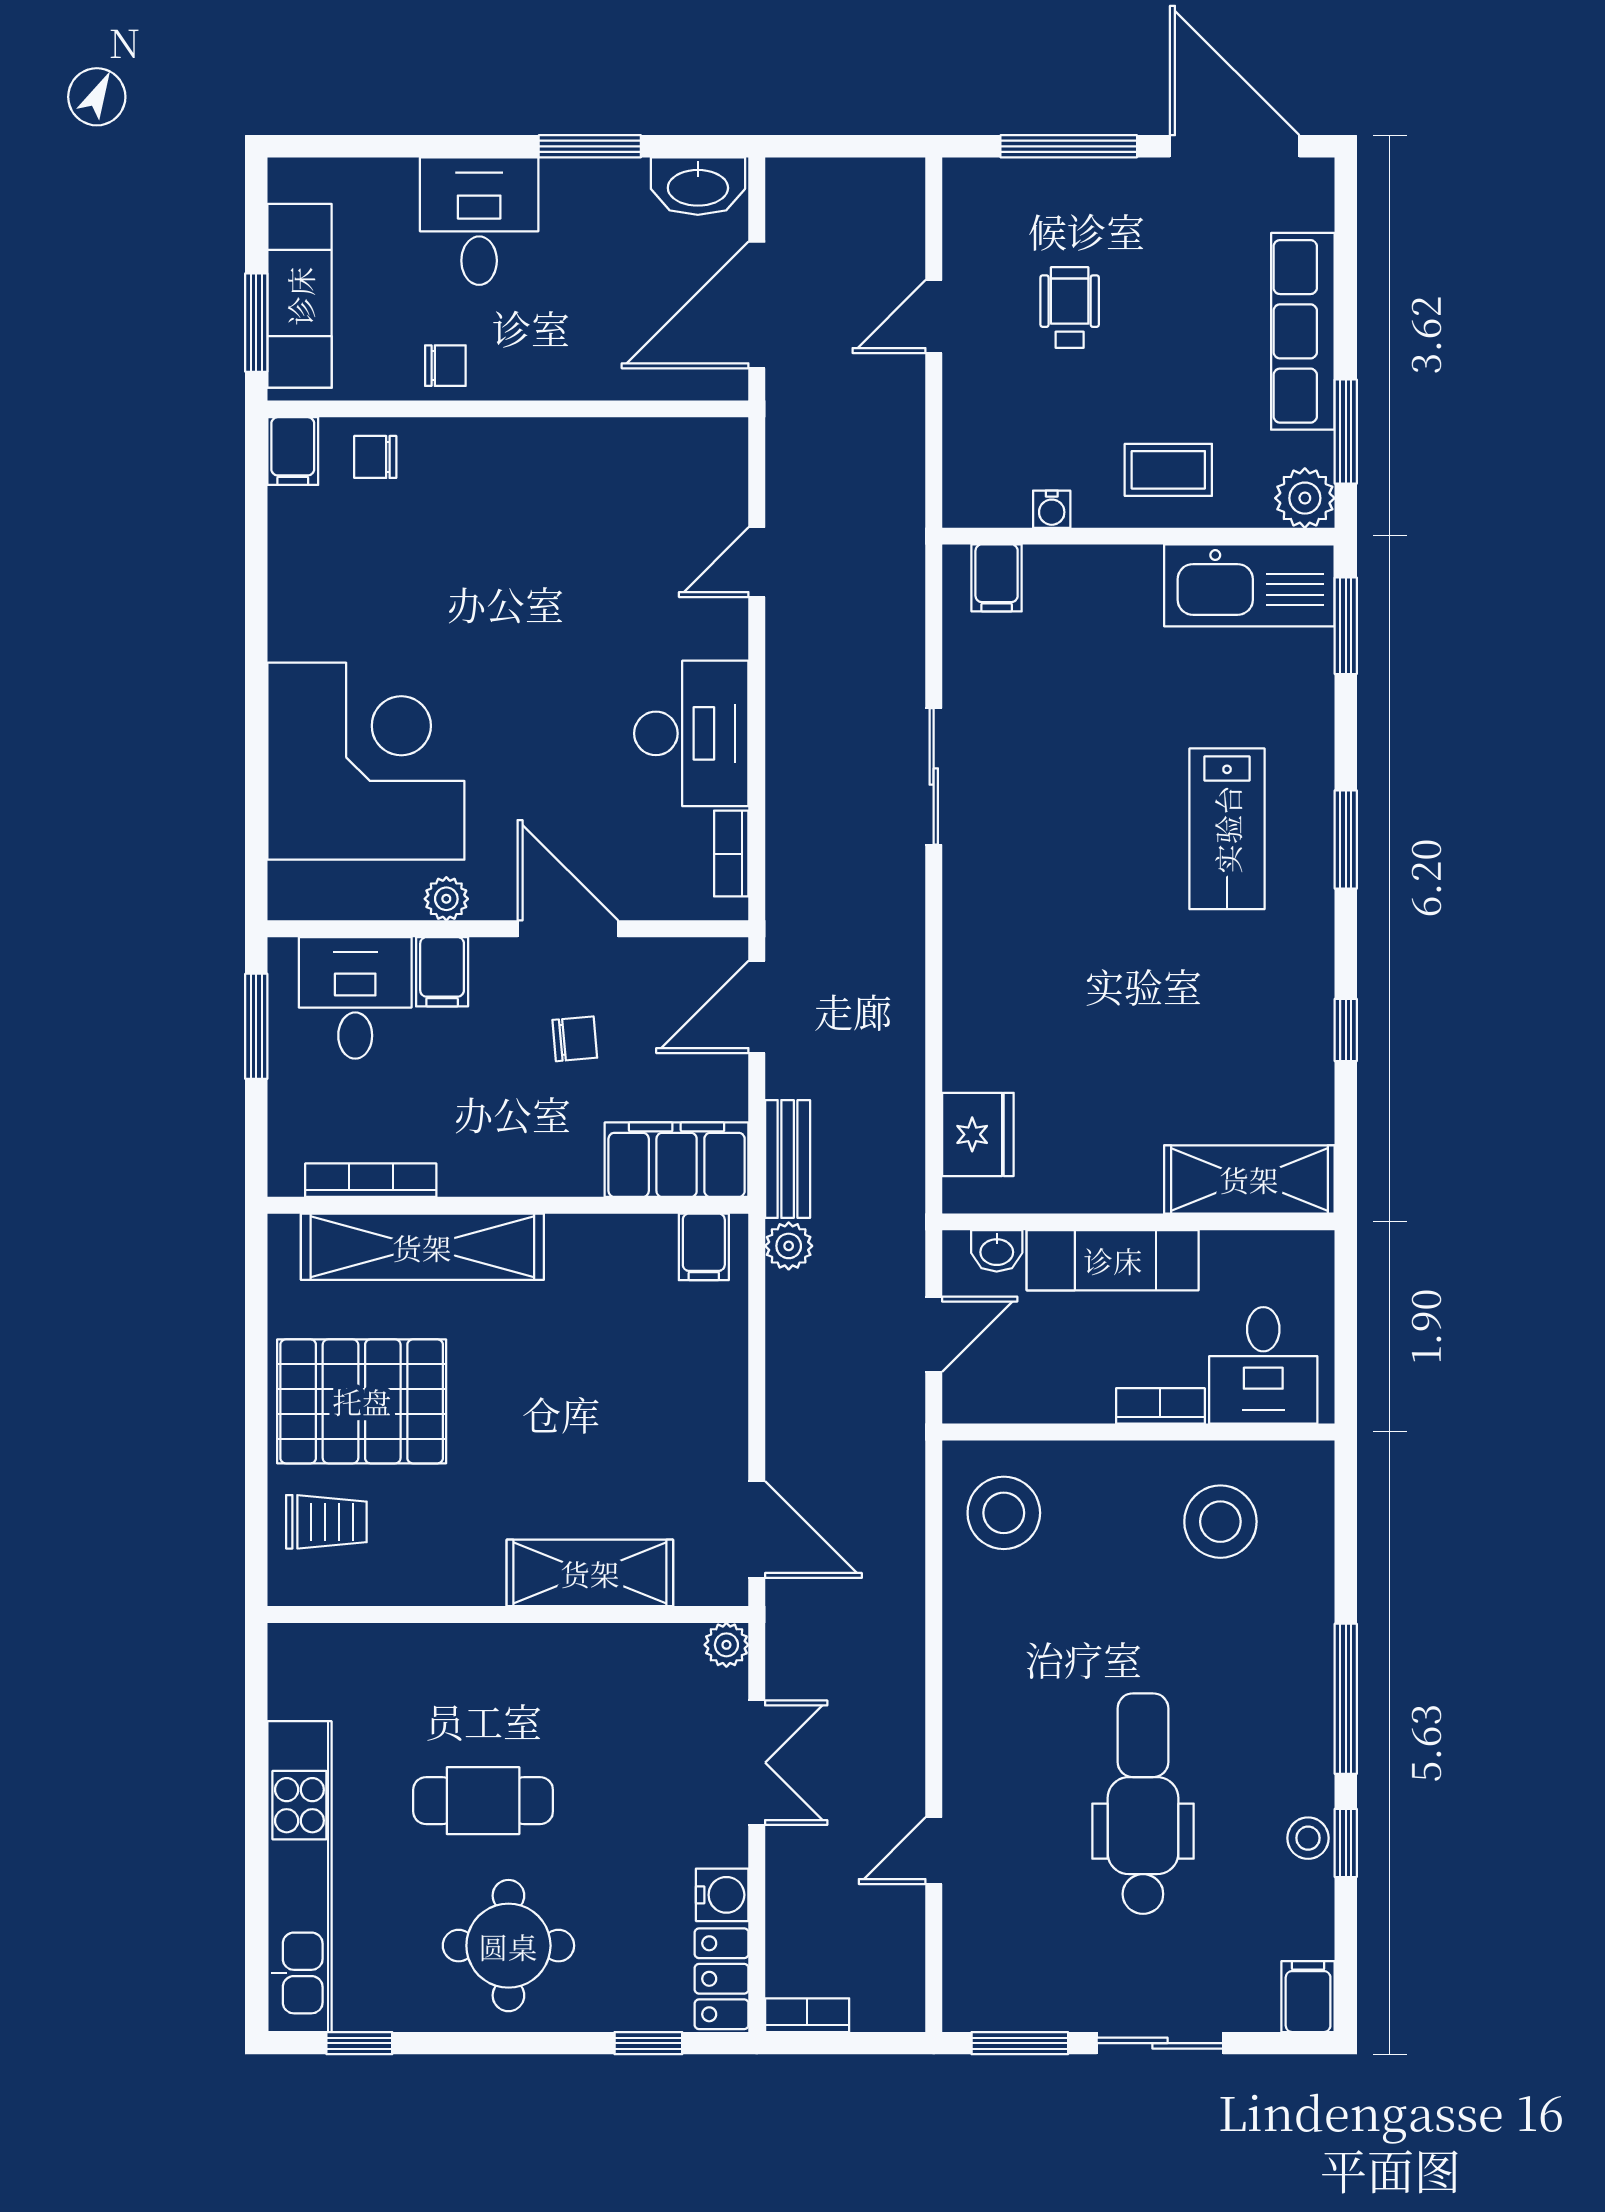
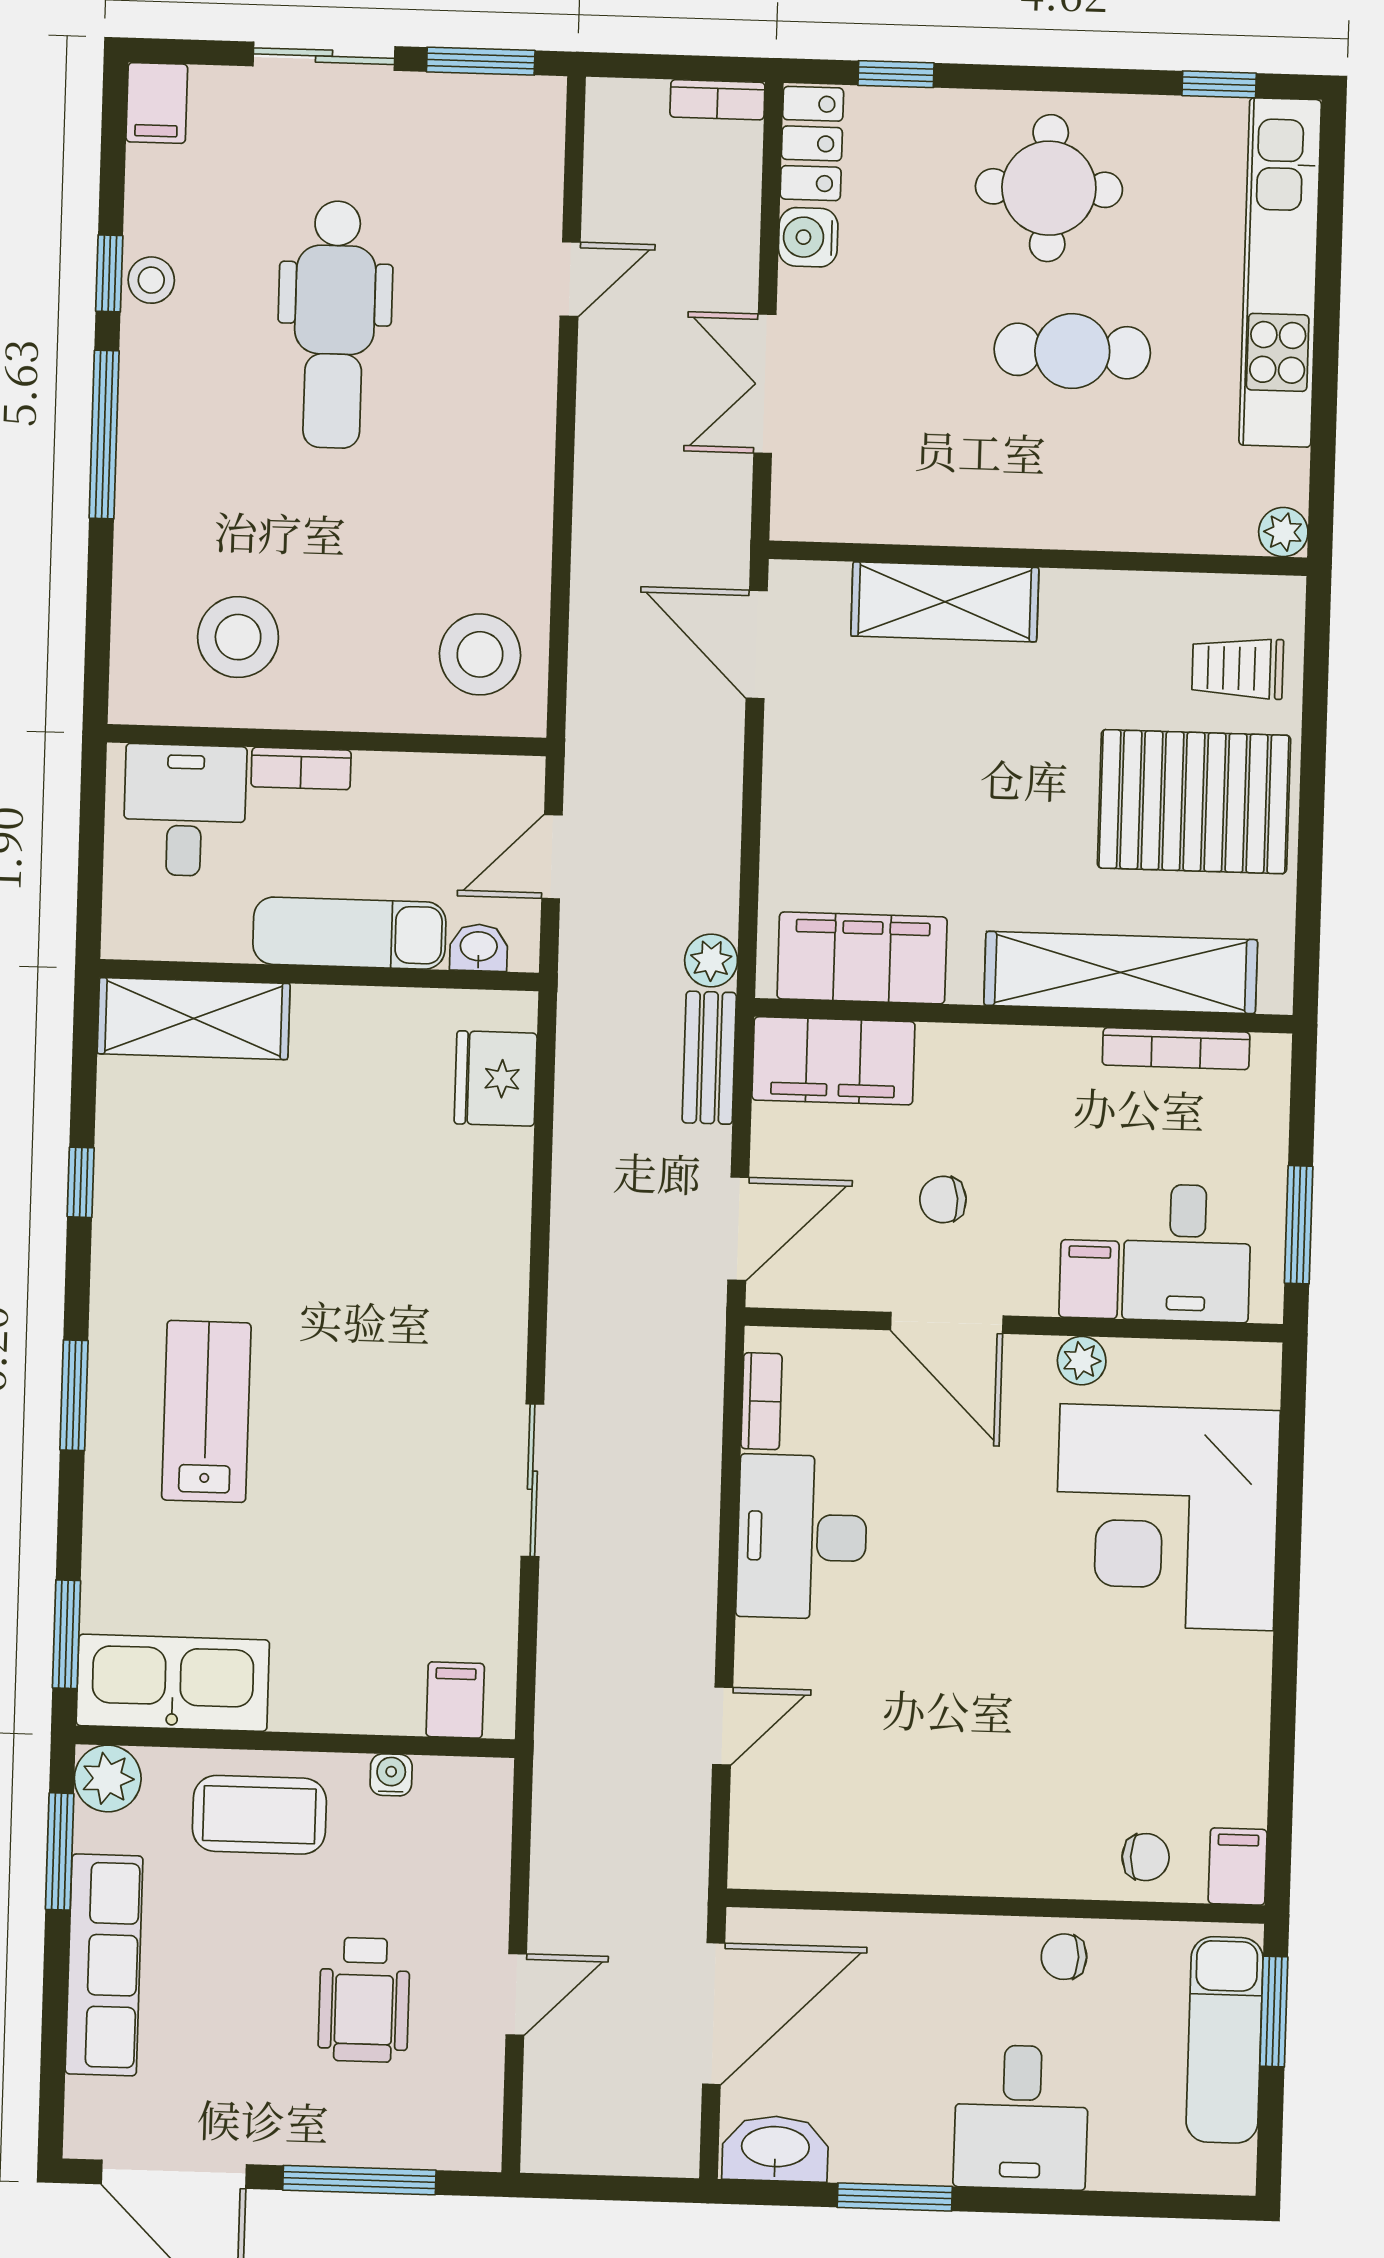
wheelchair: (1070, 308) -> (364, 2000), width x1.36, depth x1.37
coffee table: (1168, 470) -> (259, 1815), width x1.36, depth x1.30
filing cabinet: (704, 1247) -> (862, 958), width x3.00, depth x1.17
plant: (726, 1645) -> (1283, 532), moved

